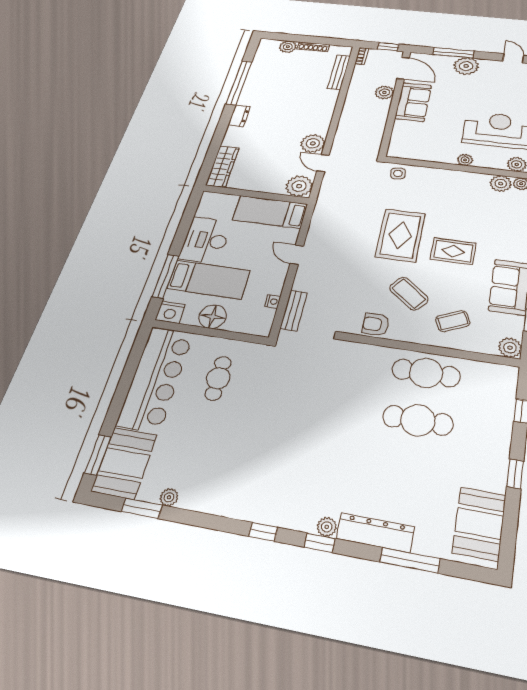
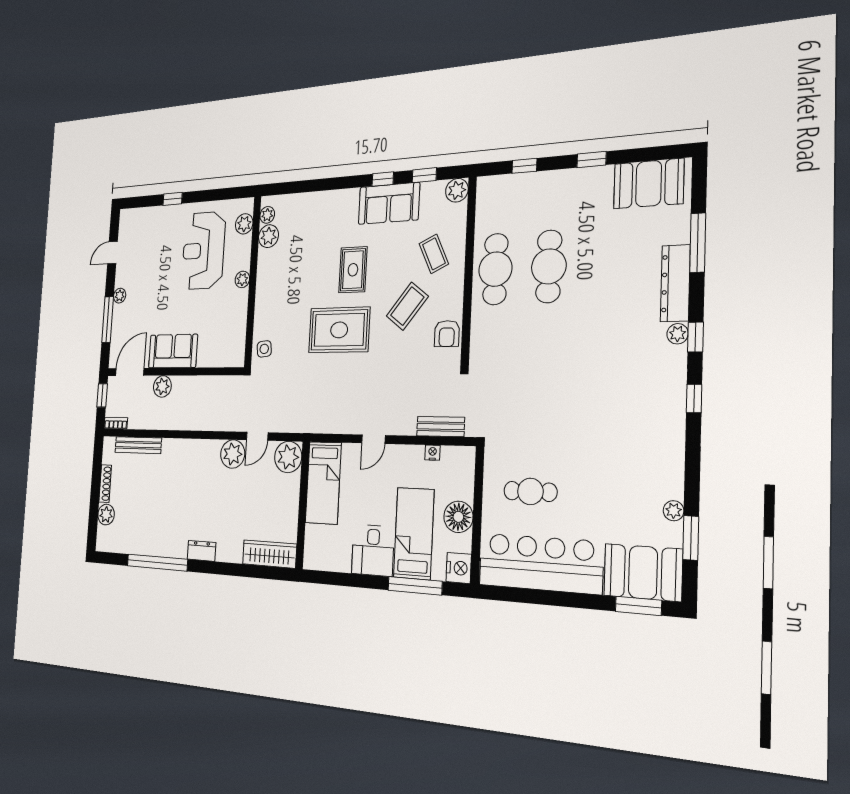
plant: (466, 66) -> (120, 296), width x0.53, depth x0.53
desk: (206, 240) -> (373, 550), width x0.73

